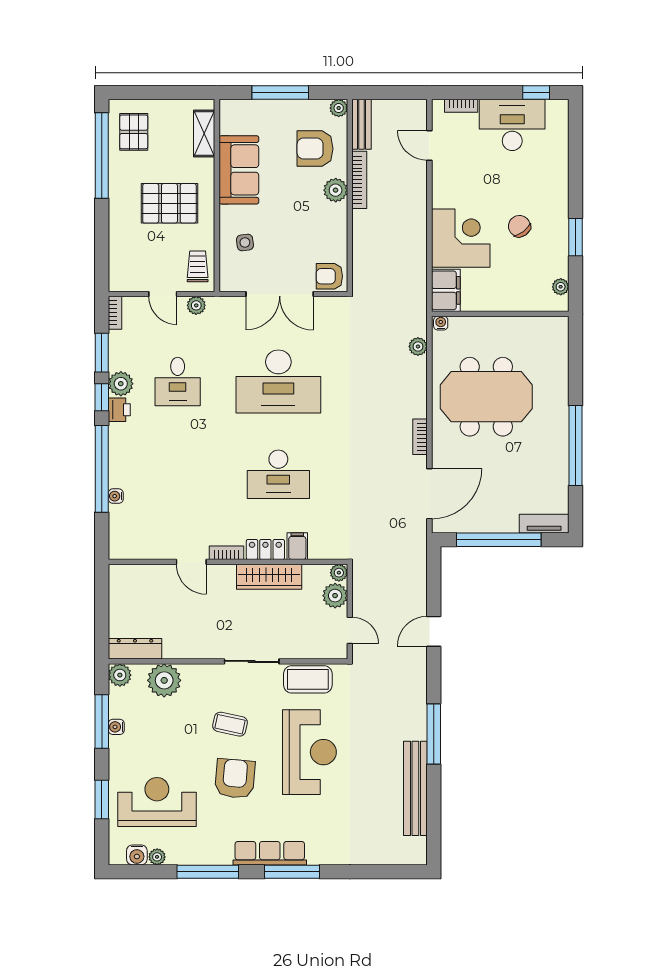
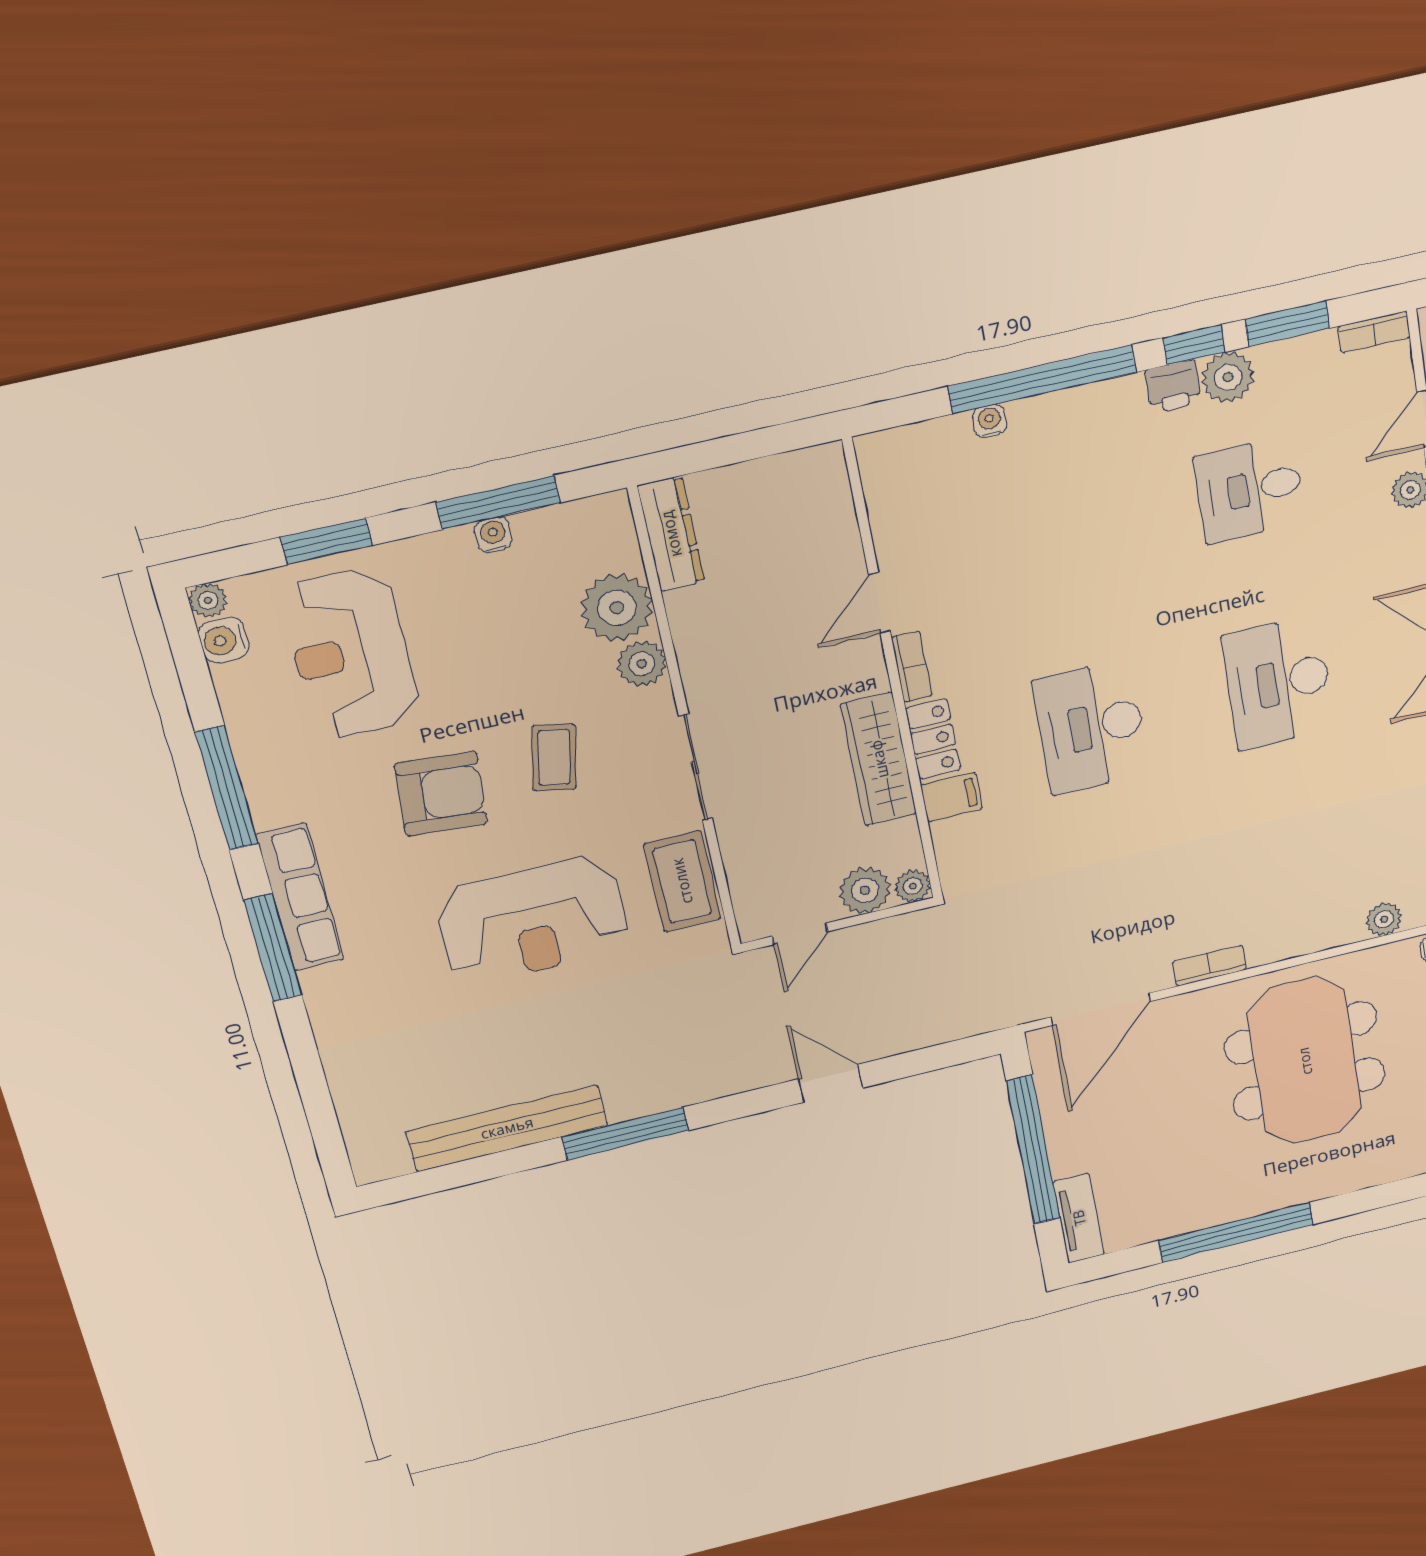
desk: (278, 382) -> (1278, 683), width x0.73, depth x0.77
door: (429, 494) -> (1101, 1009), hinge flipped
plant: (120, 675) -> (642, 664), moved
reception desk: (157, 802) -> (351, 654), turned 180
plant: (157, 857) -> (208, 600), moved

